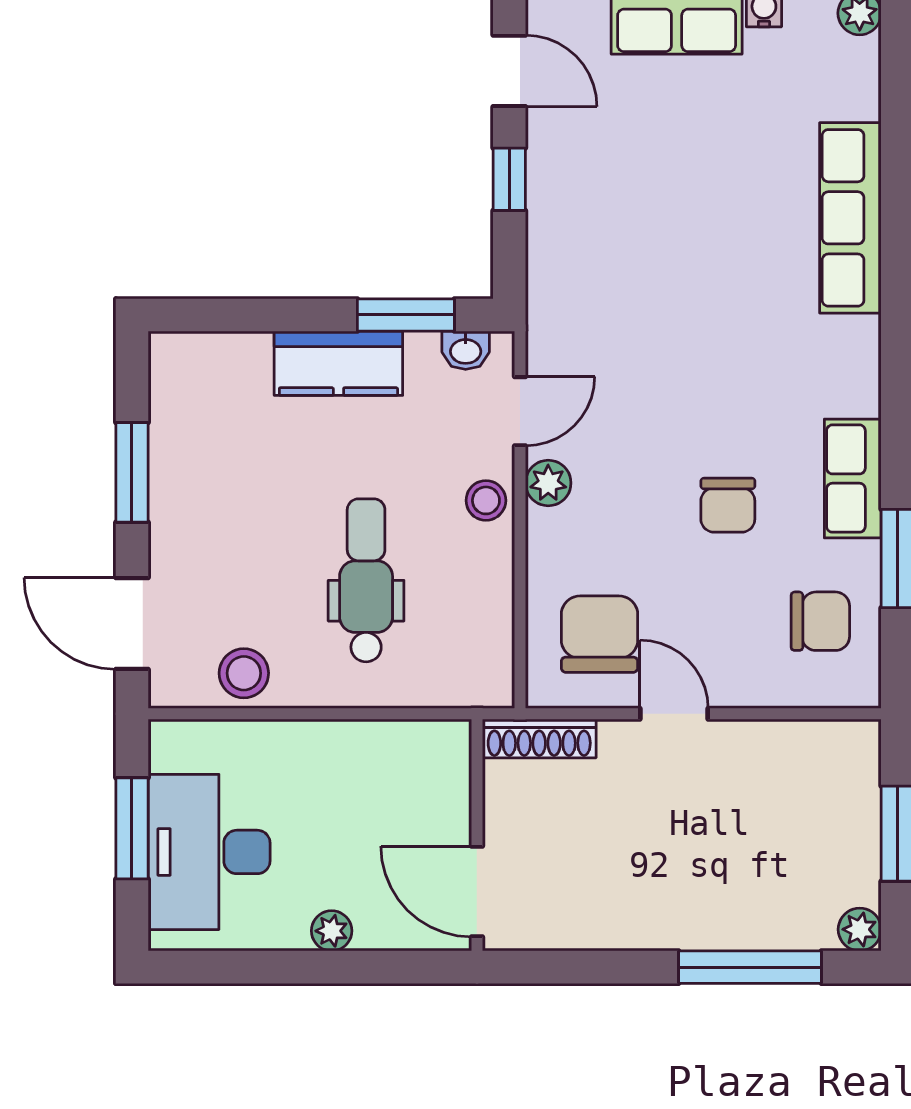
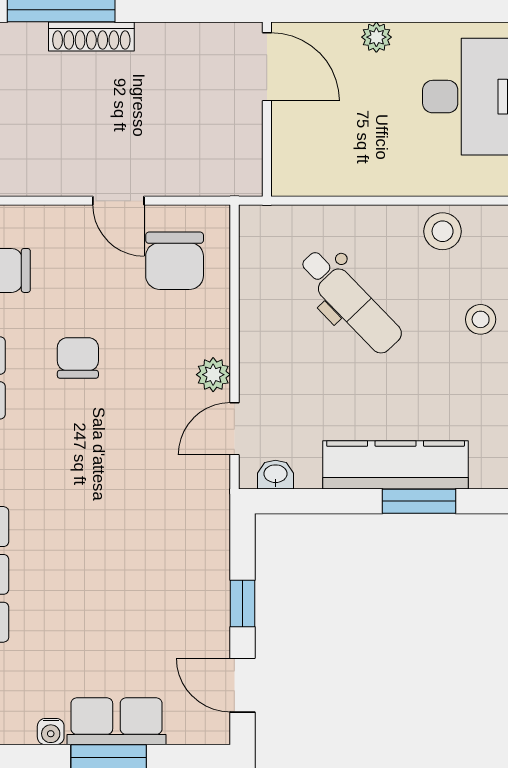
window: (406, 315) -> (419, 501), moved
kitchen counter: (338, 363) -> (396, 465), width x1.50
stool: (486, 500) -> (481, 319), moved
dental chair: (366, 580) -> (350, 301), turned -44
shoe rack: (539, 739) -> (91, 37), moved, turned 180

